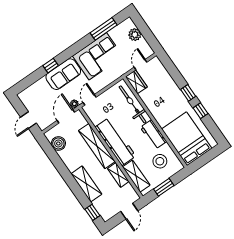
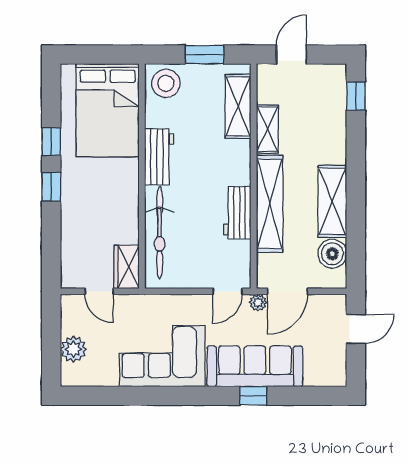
window: (104, 29) -> (120, 396), removed
door: (141, 65) -> (99, 291), hinge flipped
sofa: (63, 74) -> (255, 366), width x1.36
workbench: (115, 142) -> (237, 213), width x0.53, depth x0.76
stool: (160, 161) -> (166, 83), moved
shelving: (86, 184) -> (332, 201), moved

